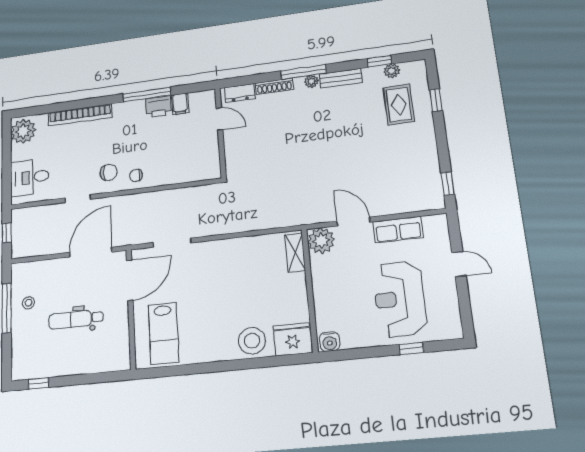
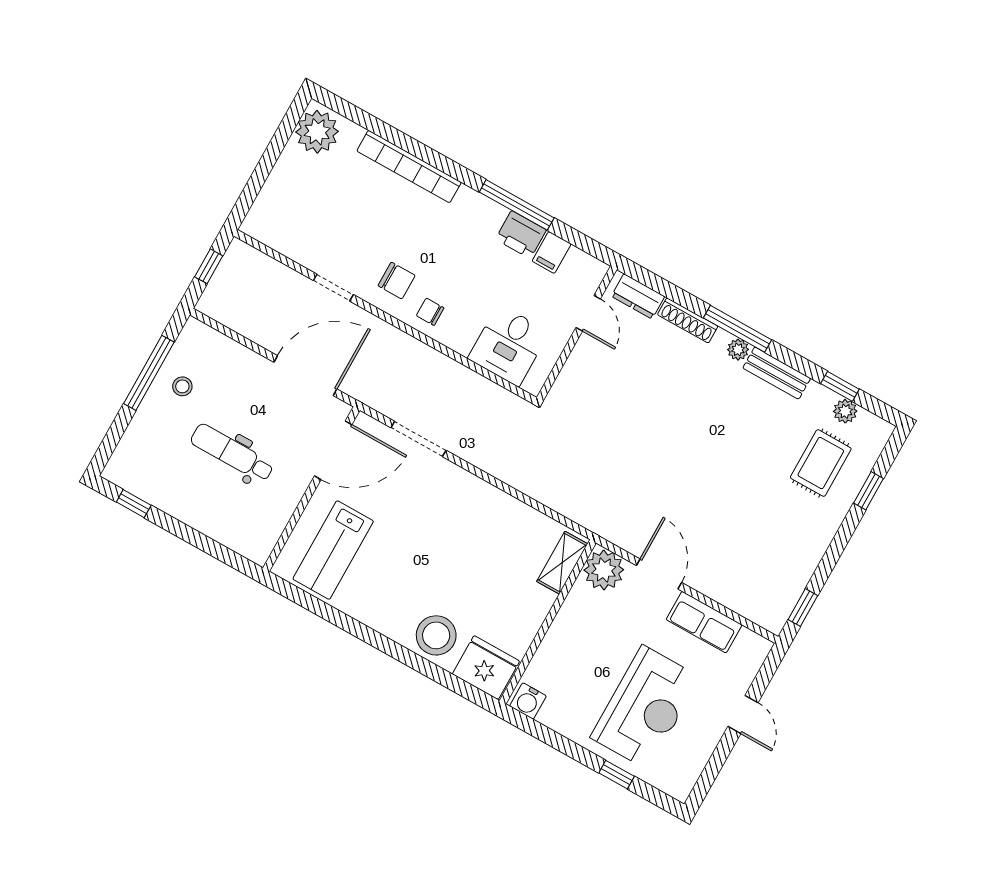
desk: (30, 177) -> (509, 345), moved, turned -90
reception desk: (400, 299) -> (645, 707), turned 180

